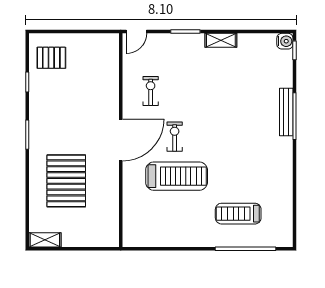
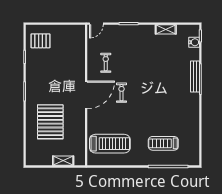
shelving: (221, 40) -> (166, 29), moved
water cooler: (285, 41) -> (194, 42), moved
treadmill: (177, 176) -> (110, 144), moved
shelving: (45, 240) -> (63, 161), moved

